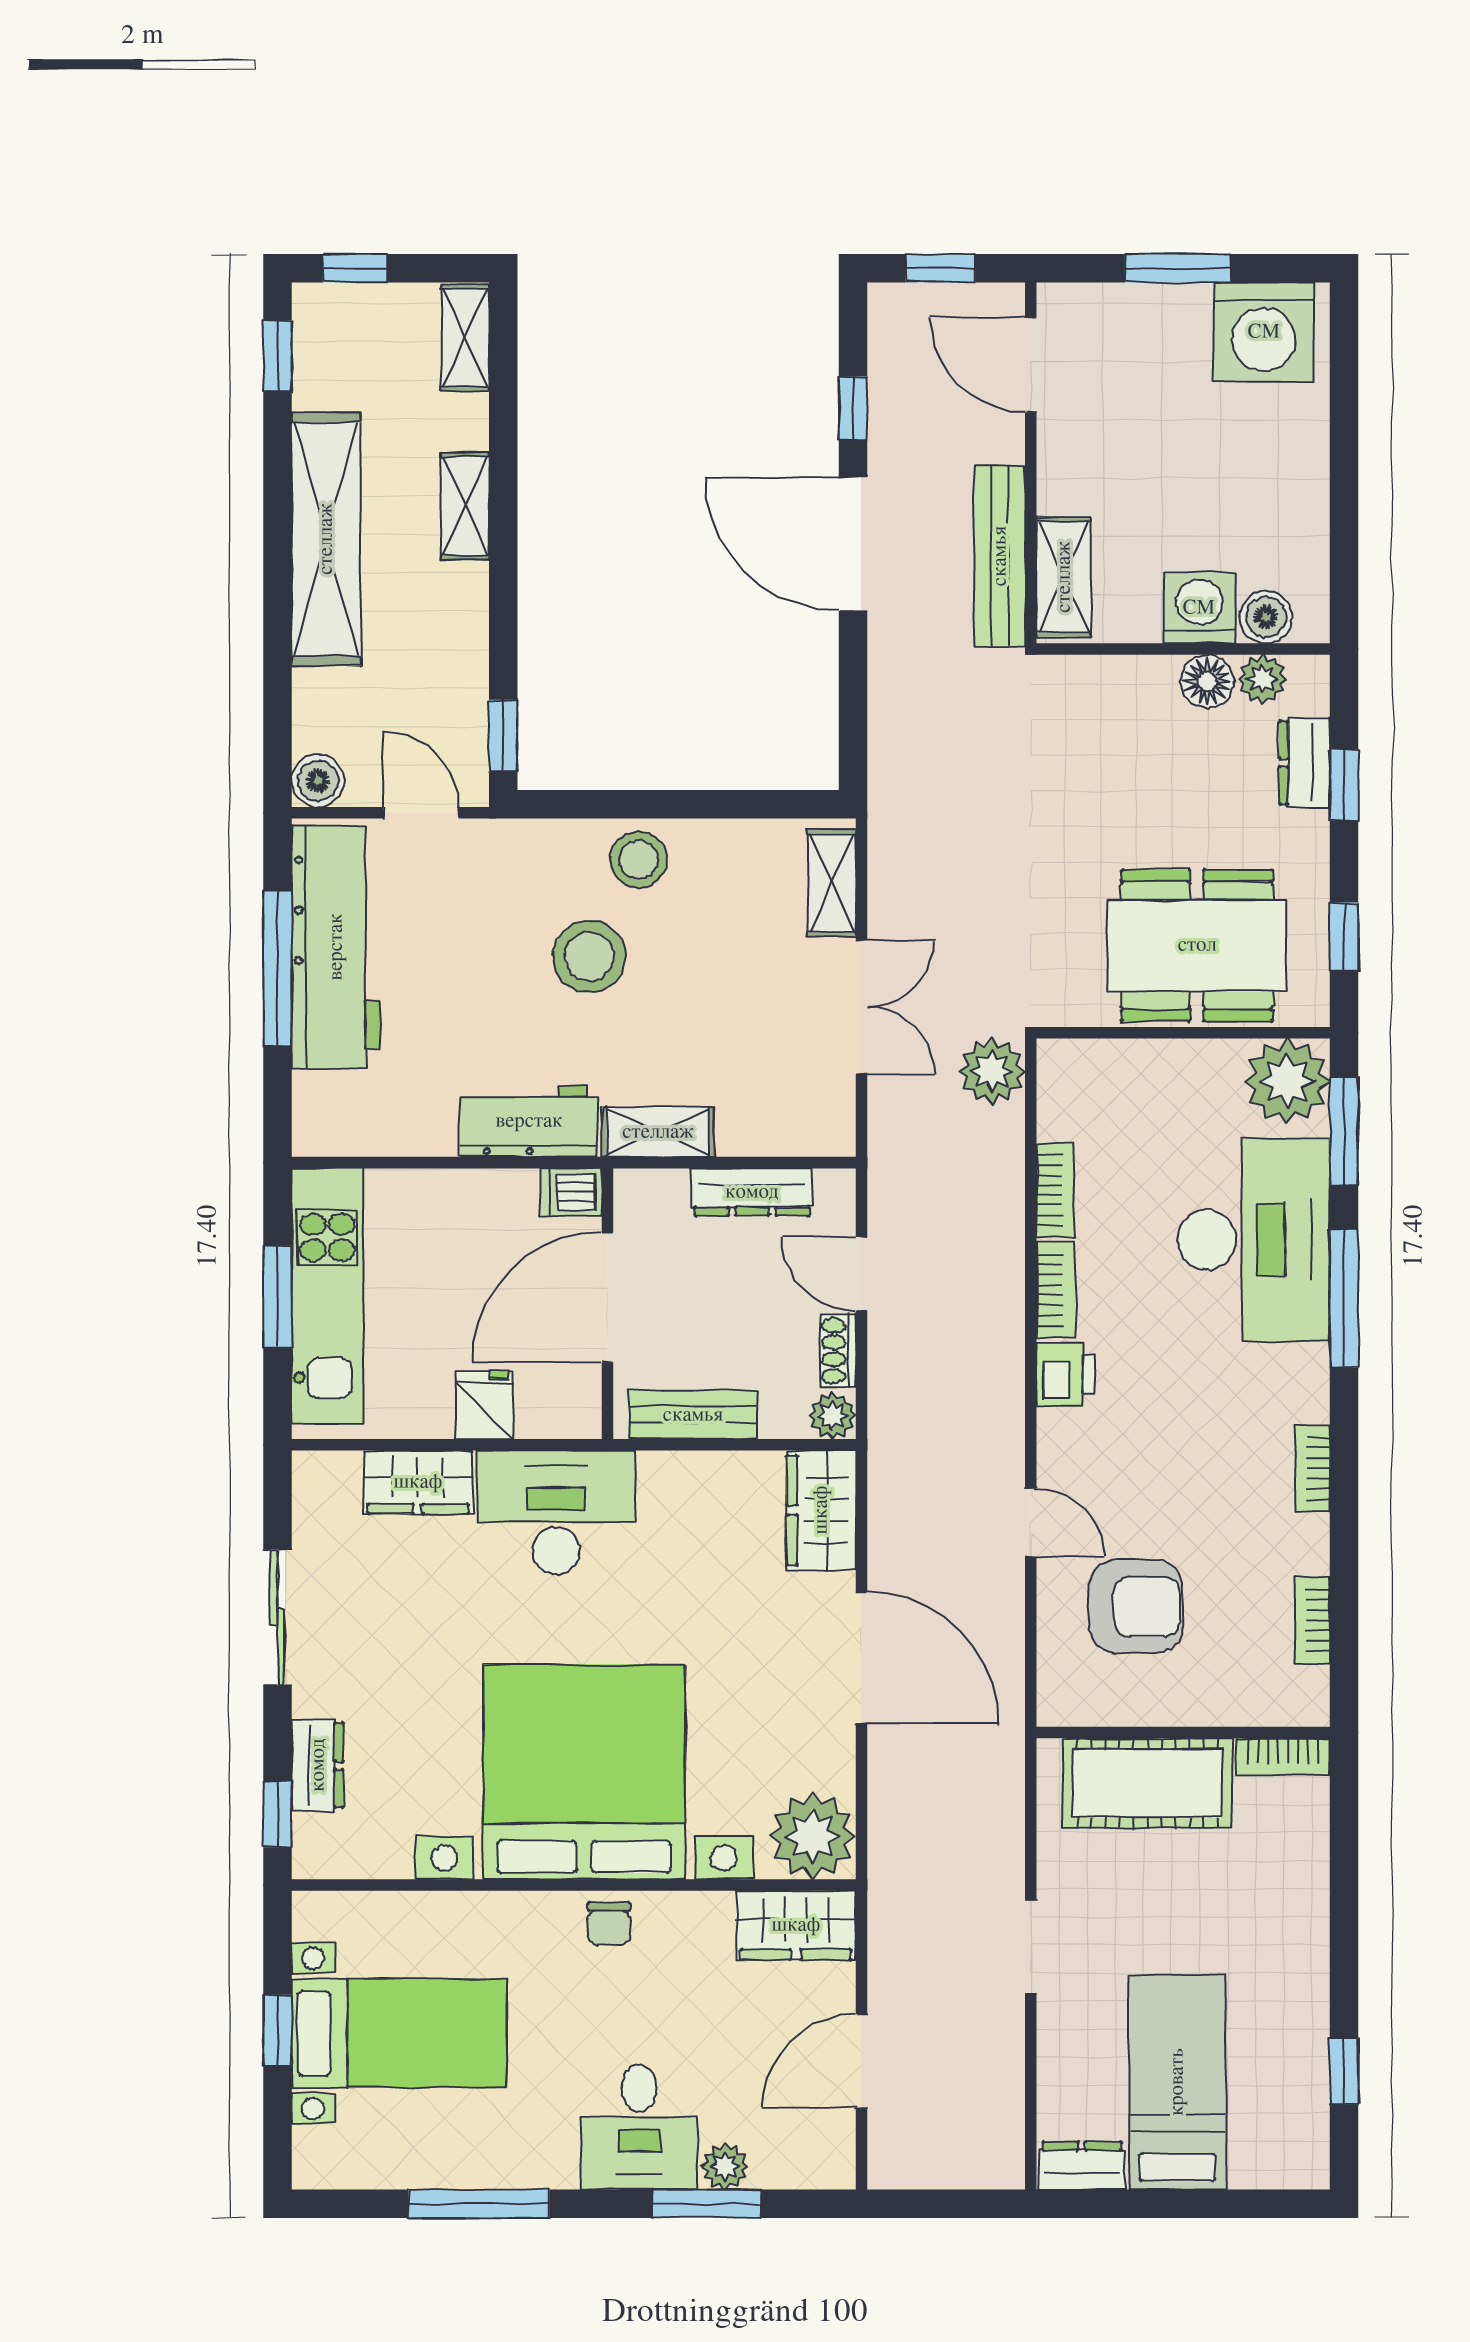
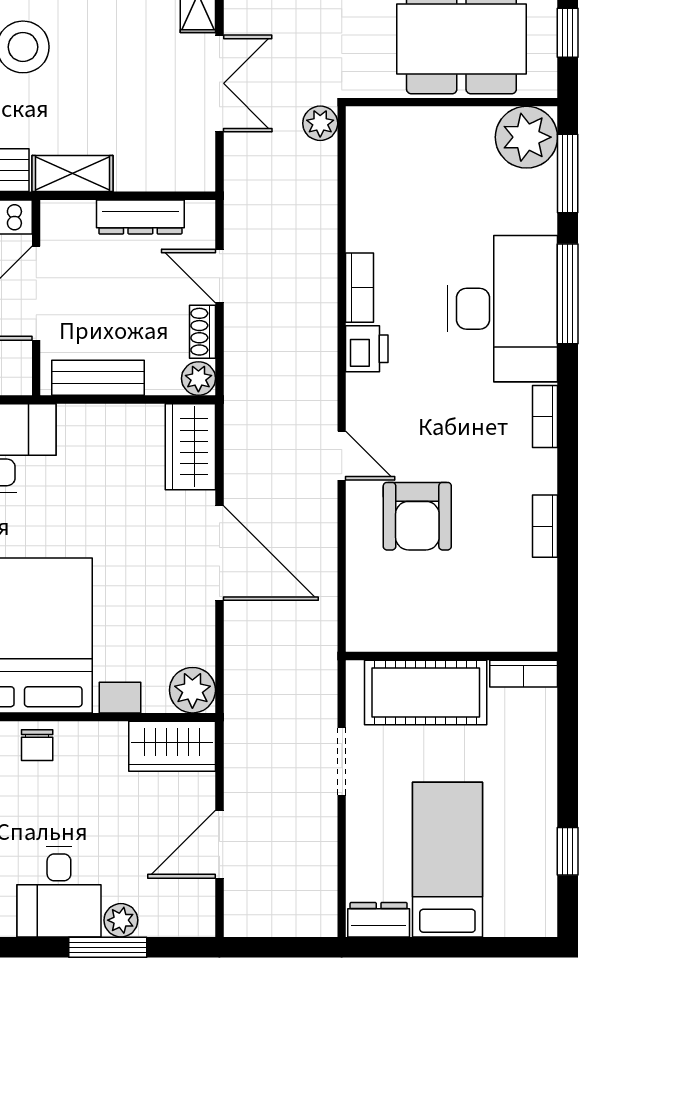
plant: (992, 1071) -> (320, 123), width x0.73, depth x0.73
bookcase: (1055, 1190) -> (359, 216), removed
desk: (1254, 1240) -> (503, 309), moved
armchair: (1136, 1607) -> (417, 516), turned 90
wall: (1183, 1733) -> (452, 656), moved
bookcase: (1283, 1757) -> (524, 674), moved
cot: (1147, 1783) -> (426, 693), moved
plant: (813, 1836) -> (192, 690), width x0.73, depth x0.73

